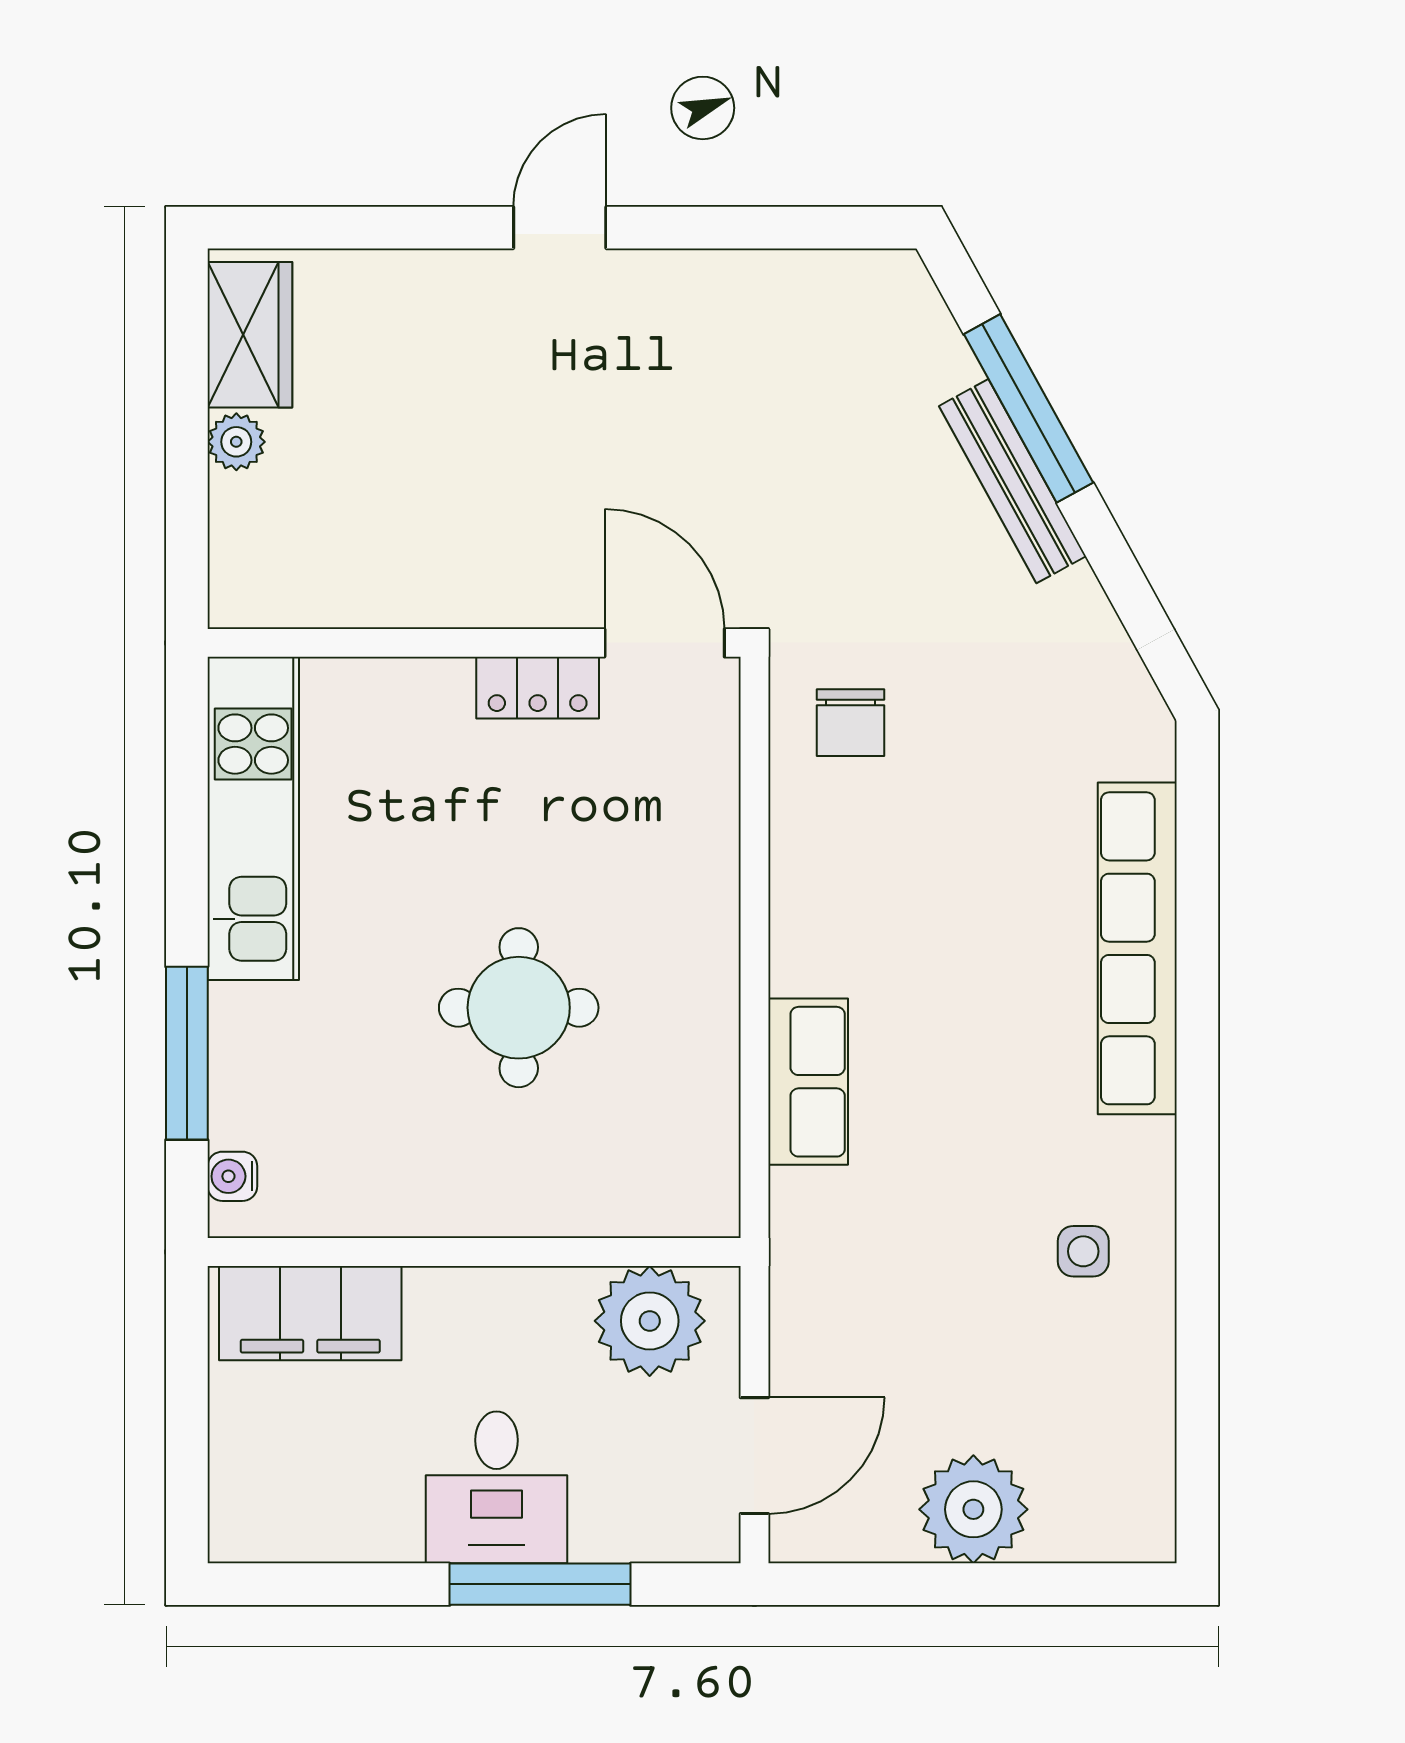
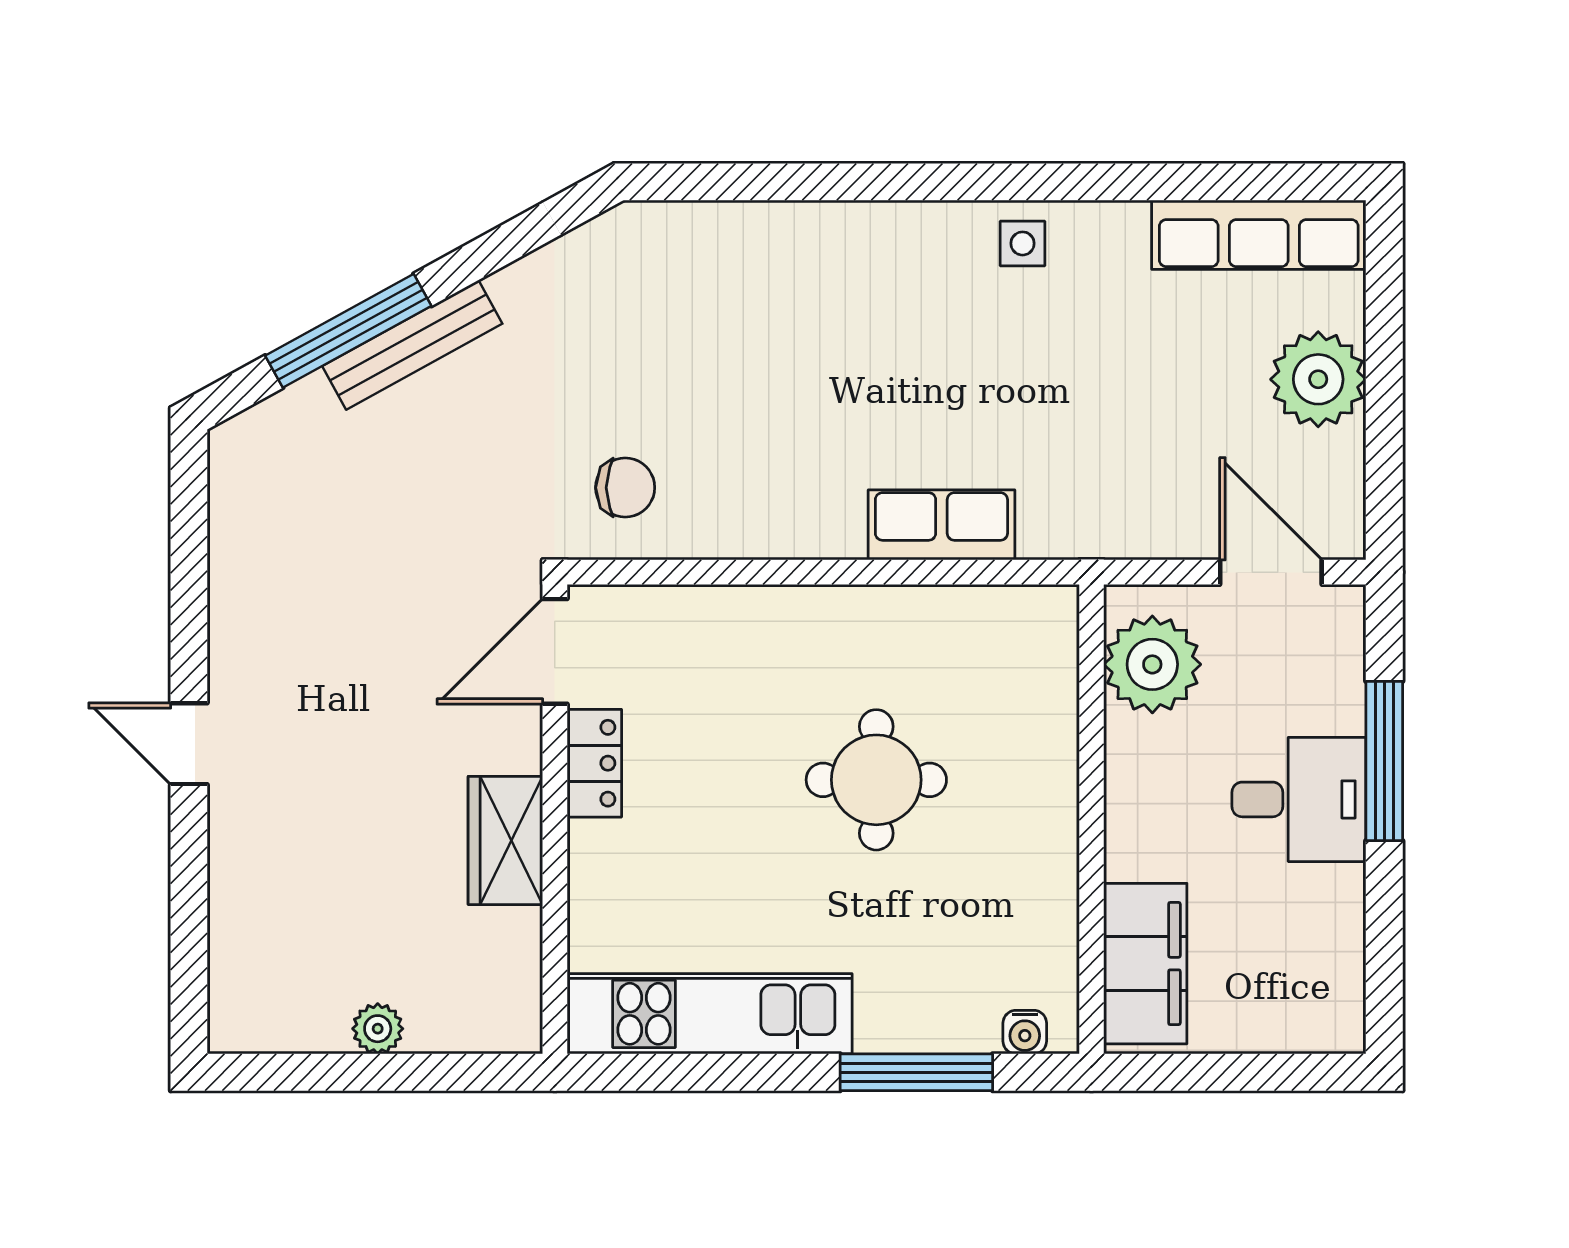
wardrobe: (250, 335) -> (505, 840), moved, turned -90
row of seats: (1137, 948) -> (1259, 235), moved, width x0.73
side table: (1083, 1251) -> (1023, 243), moved

